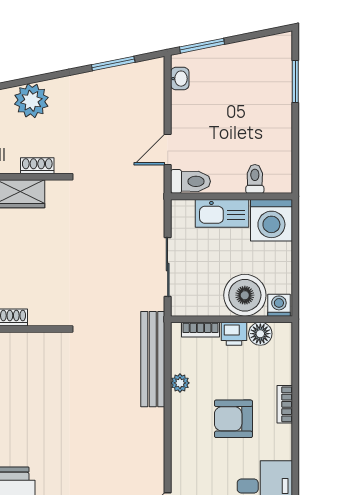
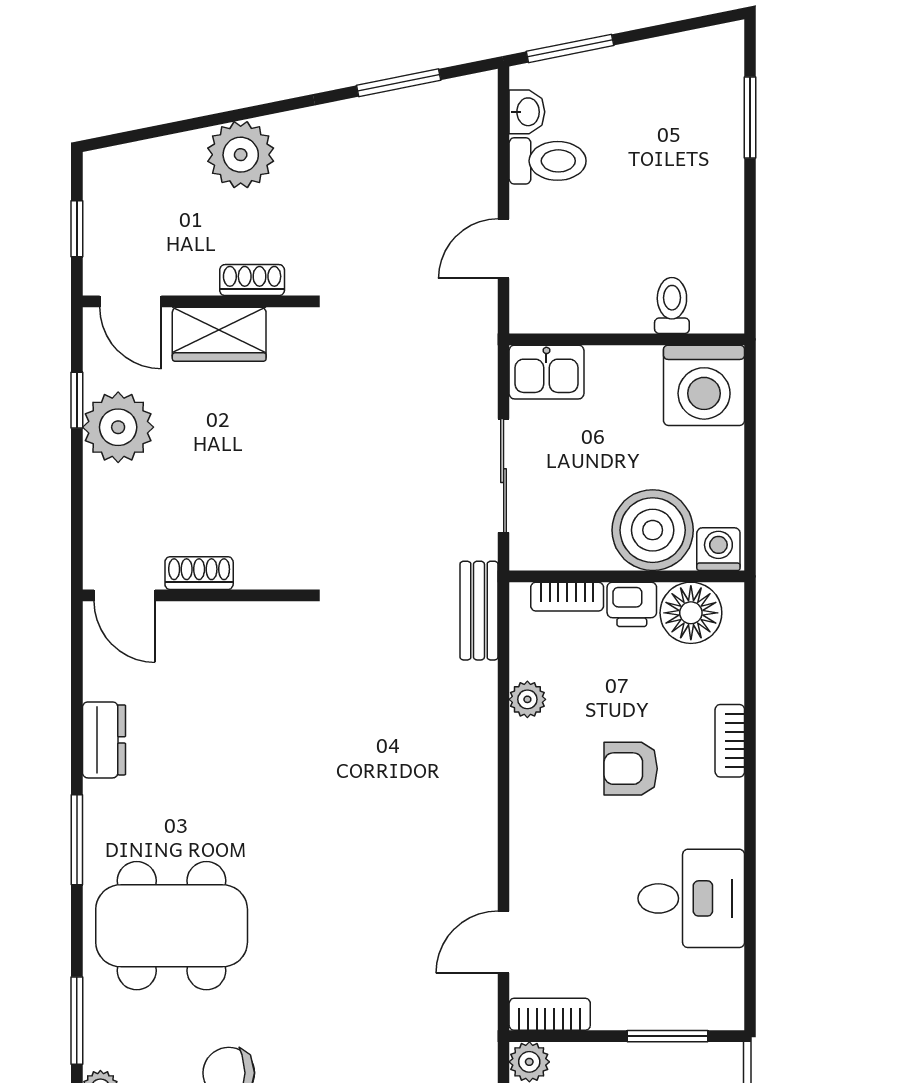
toilet: (190, 181) -> (548, 161), moved
kitchen sink: (222, 213) -> (546, 372), moved, width x0.73
floor lamp: (260, 334) -> (691, 613), width x1.38, depth x1.38
bench: (153, 359) -> (479, 611), width x0.54, depth x0.82
armchair: (233, 419) -> (631, 769), width x0.72, depth x0.72

